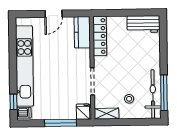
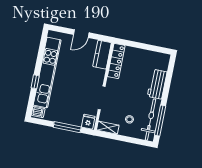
workbench: (143, 24) -> (157, 84), moved, turned 90
window: (13, 102) -> (35, 82), moved

